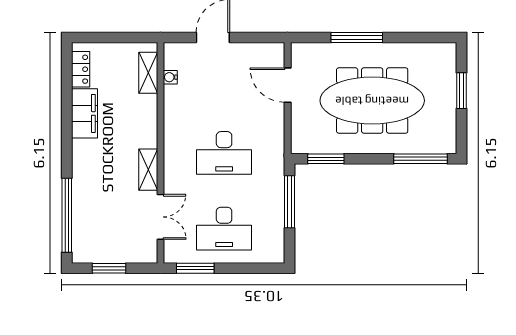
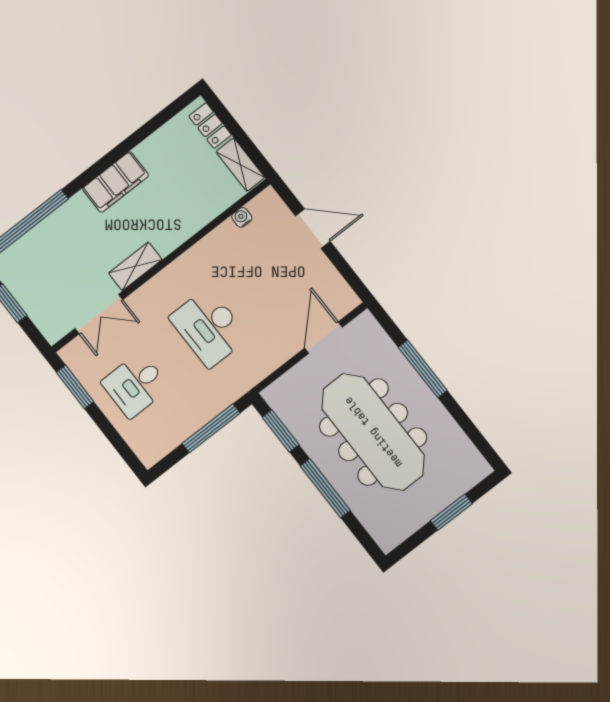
locker: (81, 69) -> (210, 126), moved, turned 90
shelving: (148, 73) -> (240, 165), moved, turned 90
filing cabinet: (84, 113) -> (115, 182), moved
window: (420, 159) -> (325, 488), moved
desk: (224, 229) -> (135, 385), width x0.73

